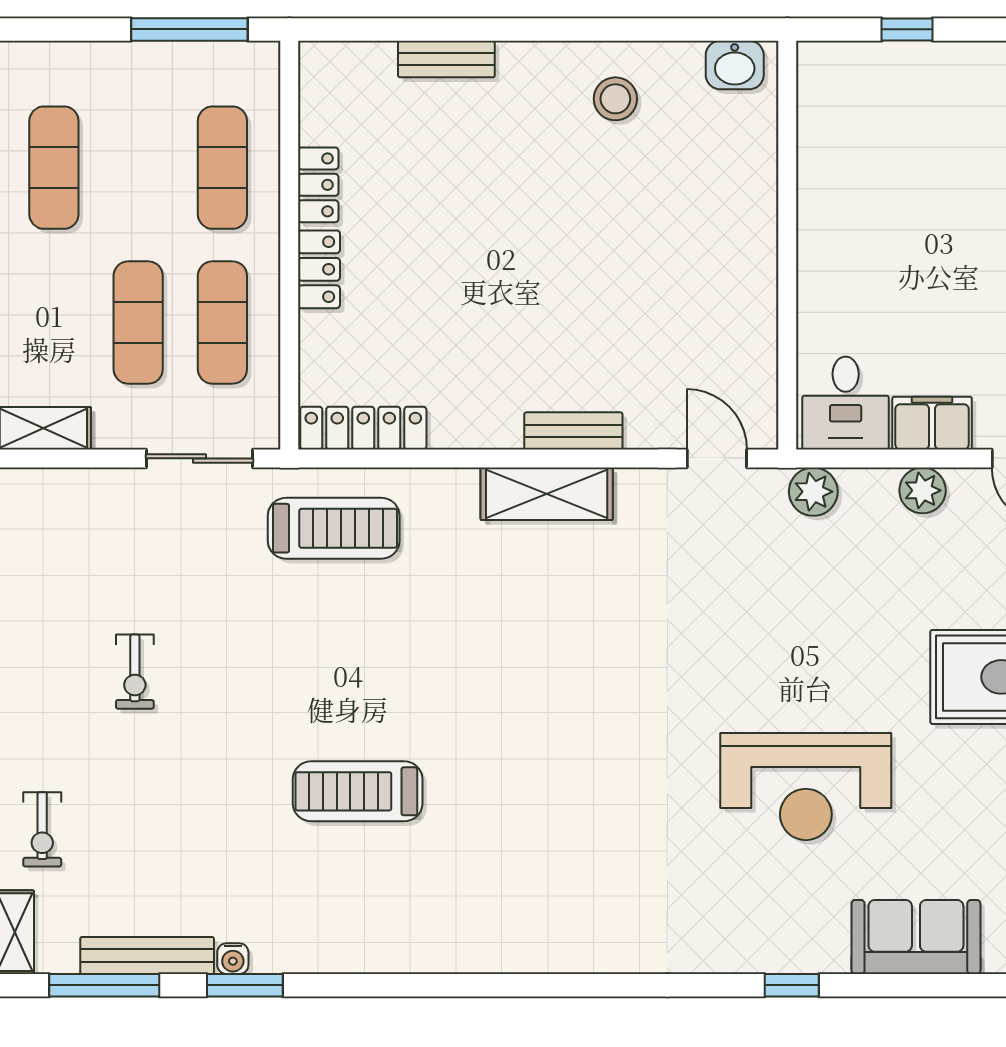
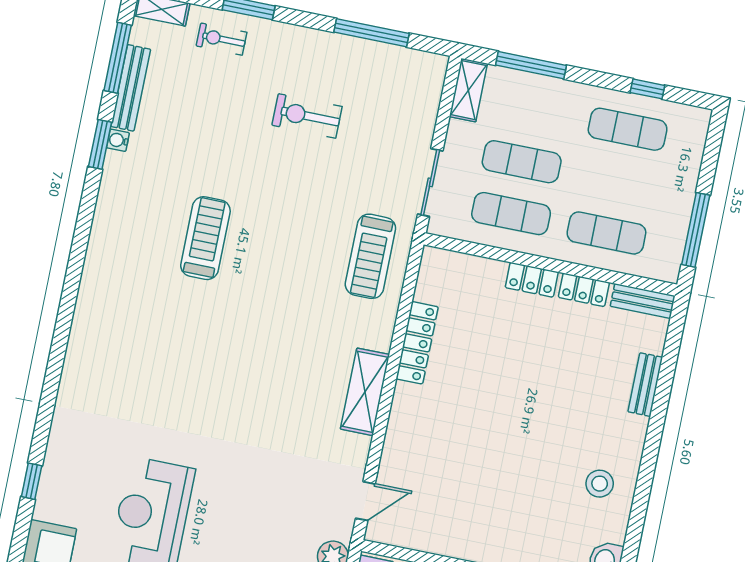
locker: (363, 428) -> (417, 343), moved
bench: (573, 431) -> (643, 301), moved, turned 90
exercise bike: (135, 672) -> (307, 116), width x1.38, depth x1.39

